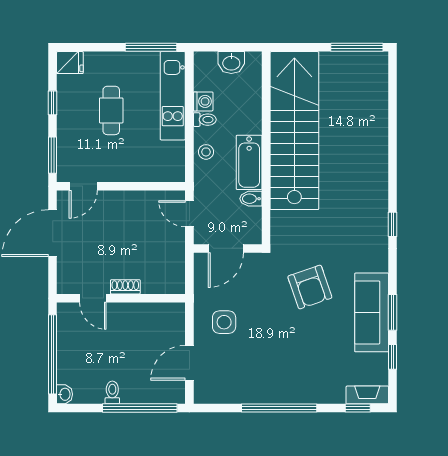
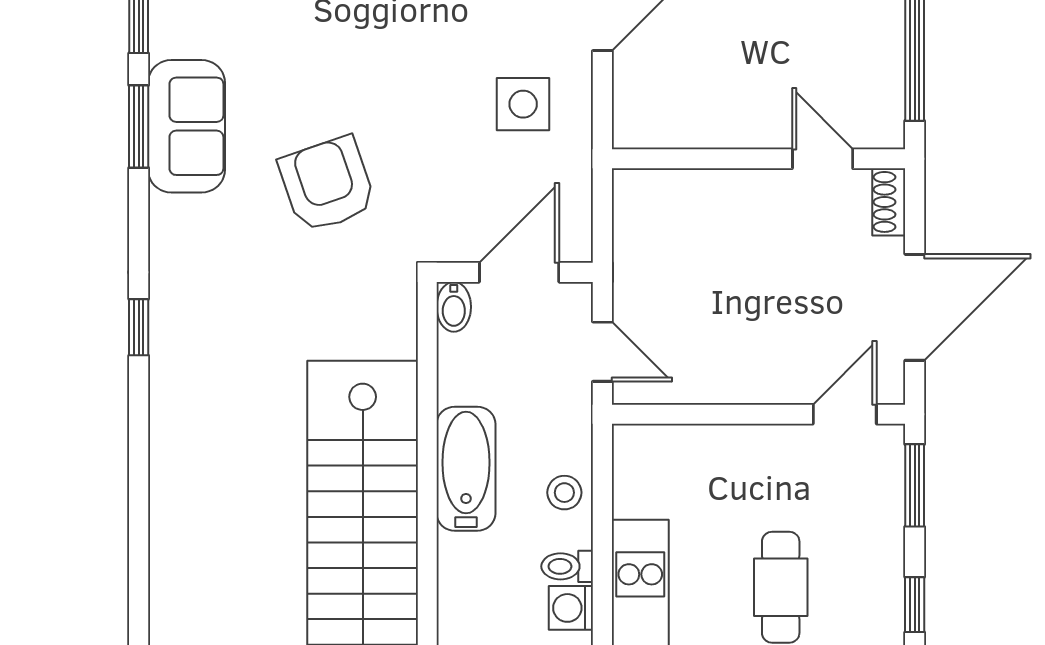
bidet: (251, 199) -> (454, 307), moved, turned 90
shoe rack: (125, 287) -> (889, 202), moved, turned 90
sofa: (372, 312) -> (186, 126), width x0.73

